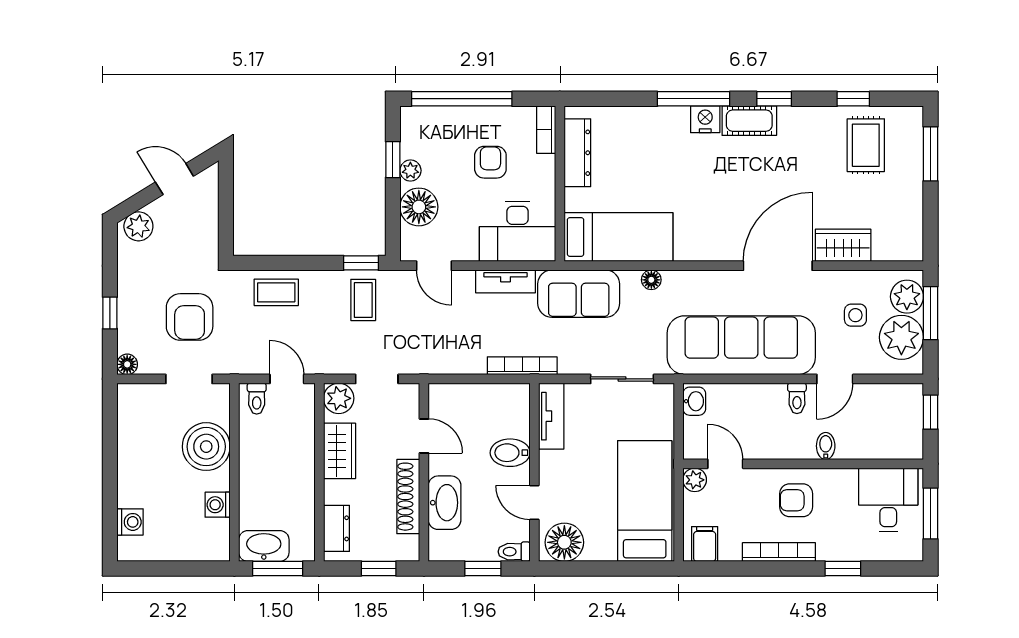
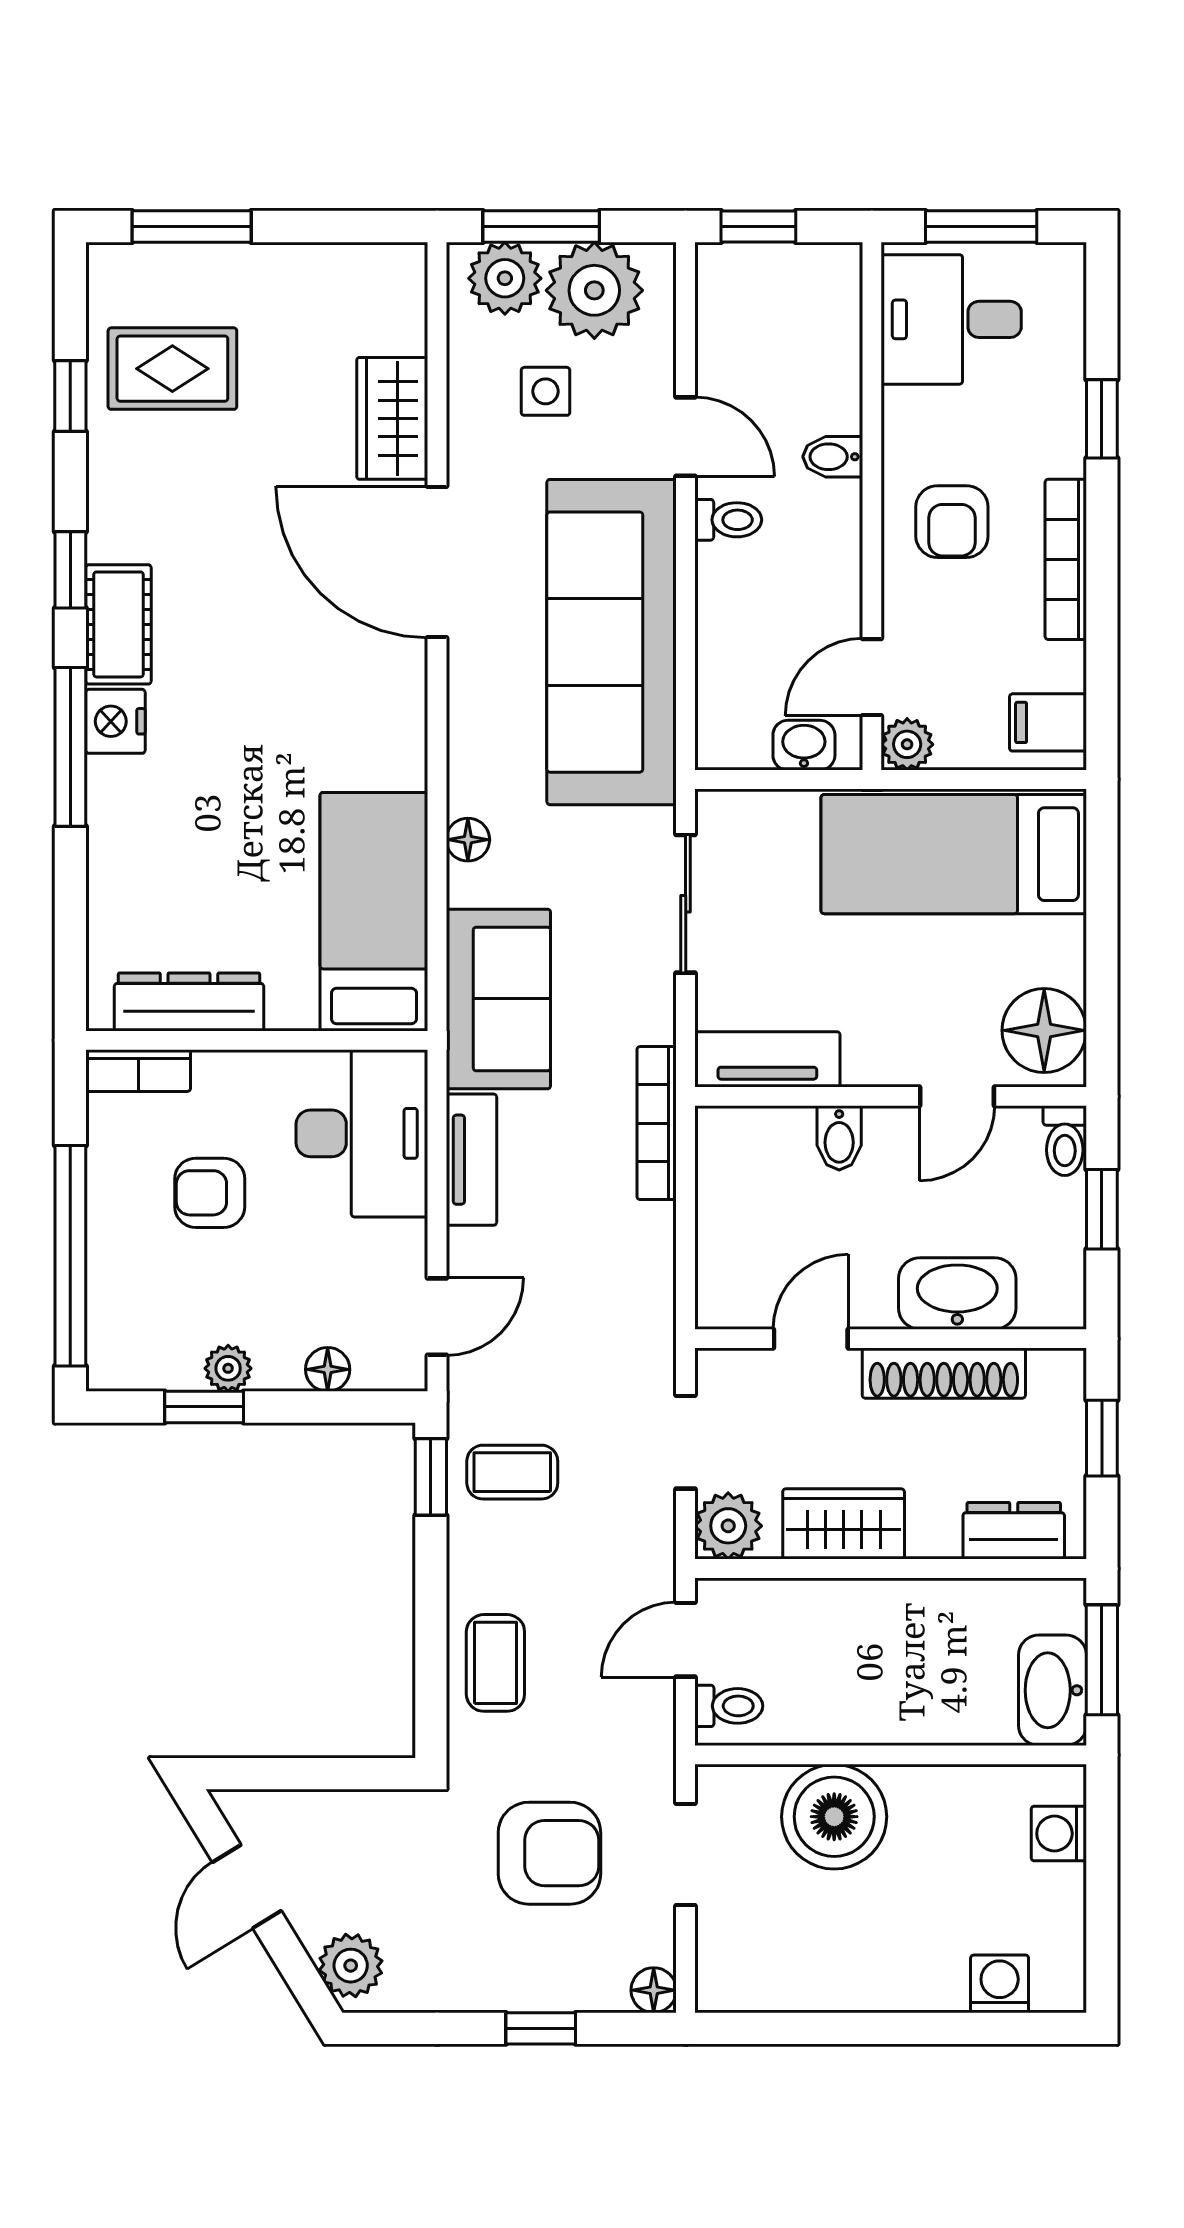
floor lamp: (419, 207) -> (328, 1369), width x0.53, depth x0.53
washbasin: (694, 401) -> (804, 745), moved
bidet: (510, 453) -> (839, 1138), width x0.72, depth x0.74
washing machine: (218, 505) -> (1059, 1834), moved, turned 90

